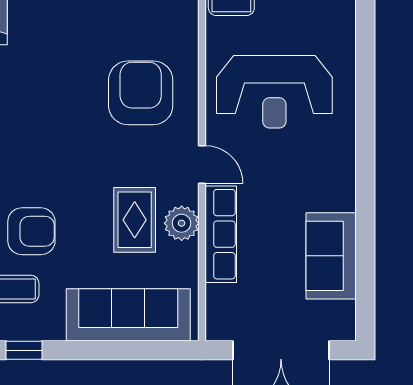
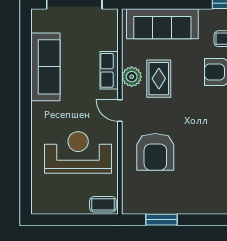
row of seats: (221, 234) -> (109, 70), width x0.68
sofa: (331, 256) -> (45, 67), width x1.36

